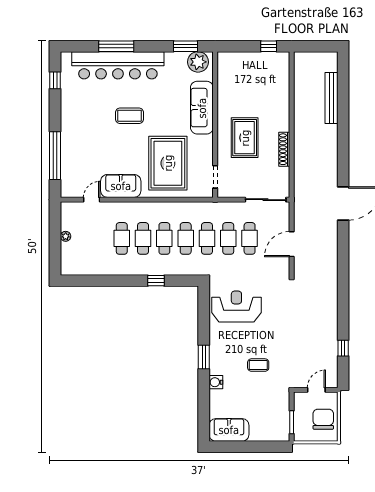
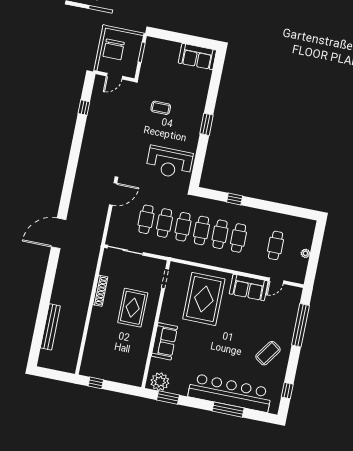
sofa: (202, 108) -> (164, 341), width x0.73
coffee table: (130, 116) -> (268, 353), moved, turned -55
cafe table: (122, 238) -> (276, 245), moved
door: (292, 244) -> (113, 194), moved
water cooler: (216, 382) -> (200, 100), removed

